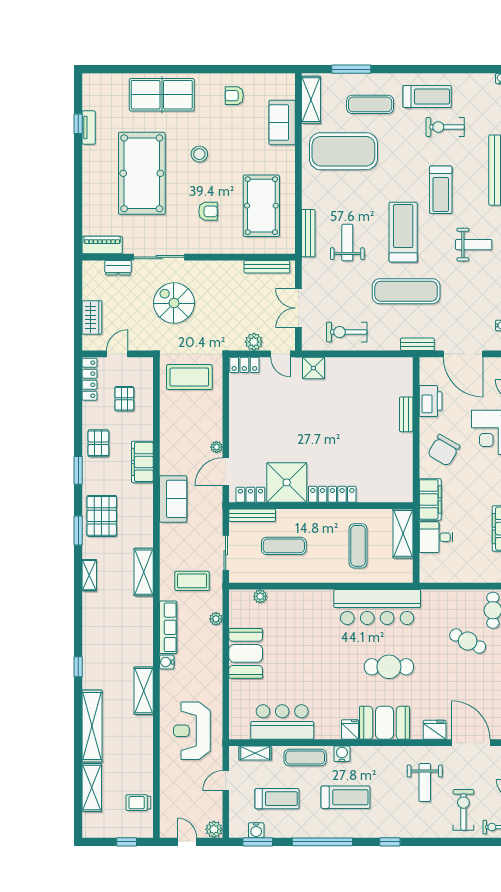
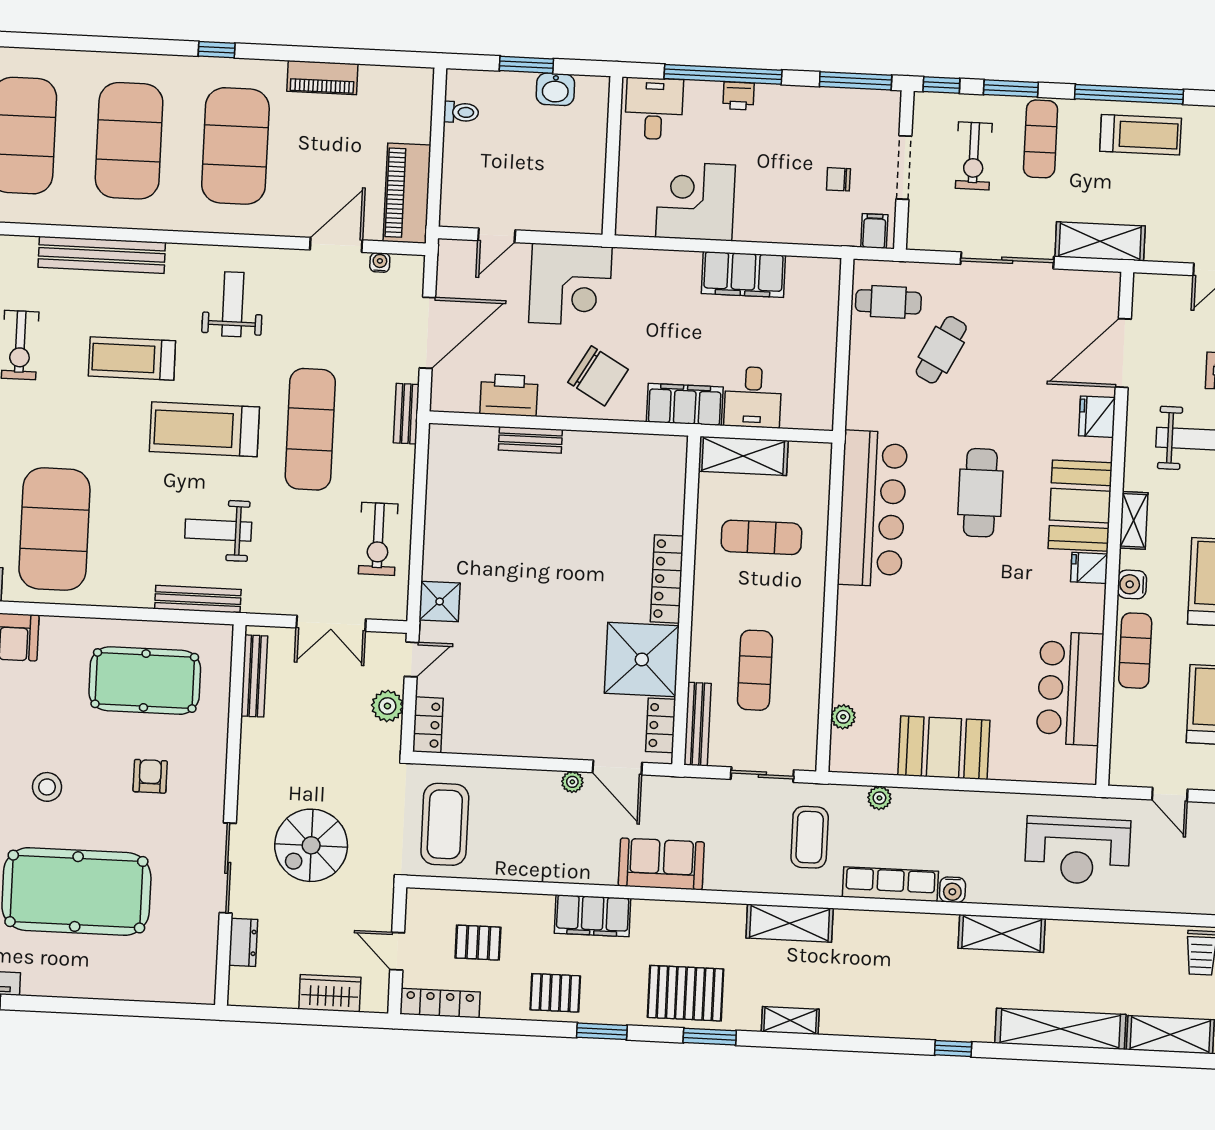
treadmill: (441, 190) -> (132, 358), turned 180
piano: (102, 245) -> (201, 969), removed
shelving: (255, 753) -> (1134, 520), moved

